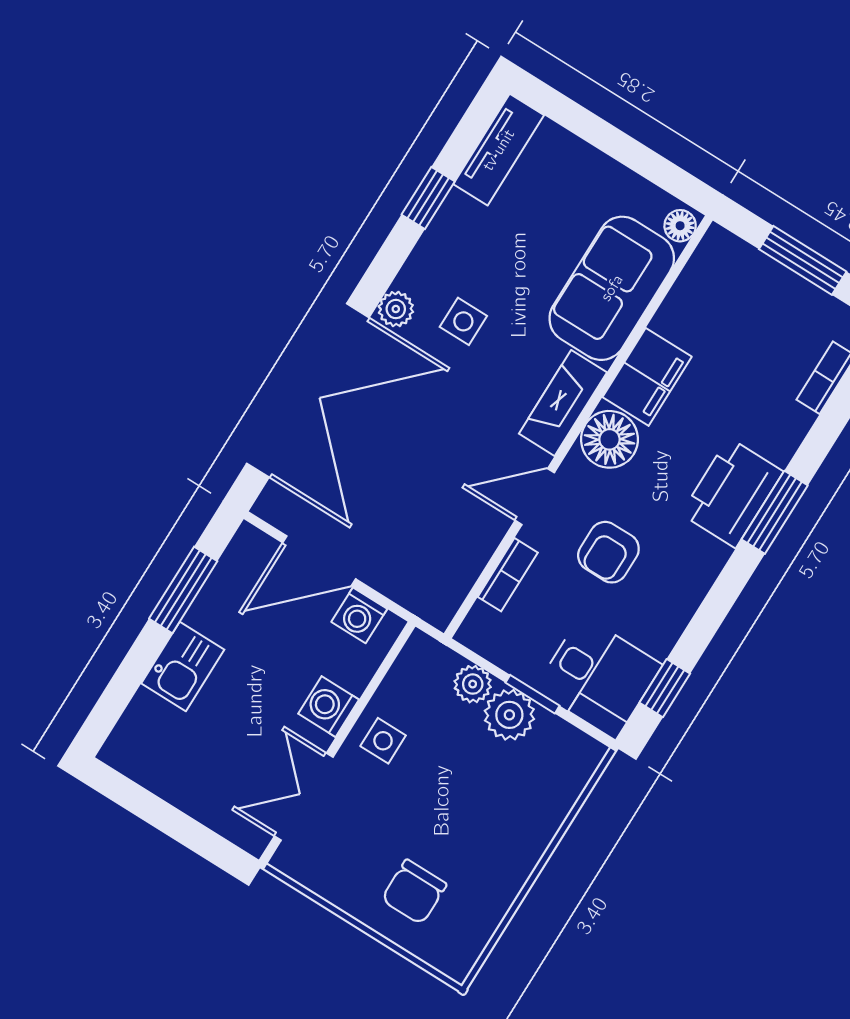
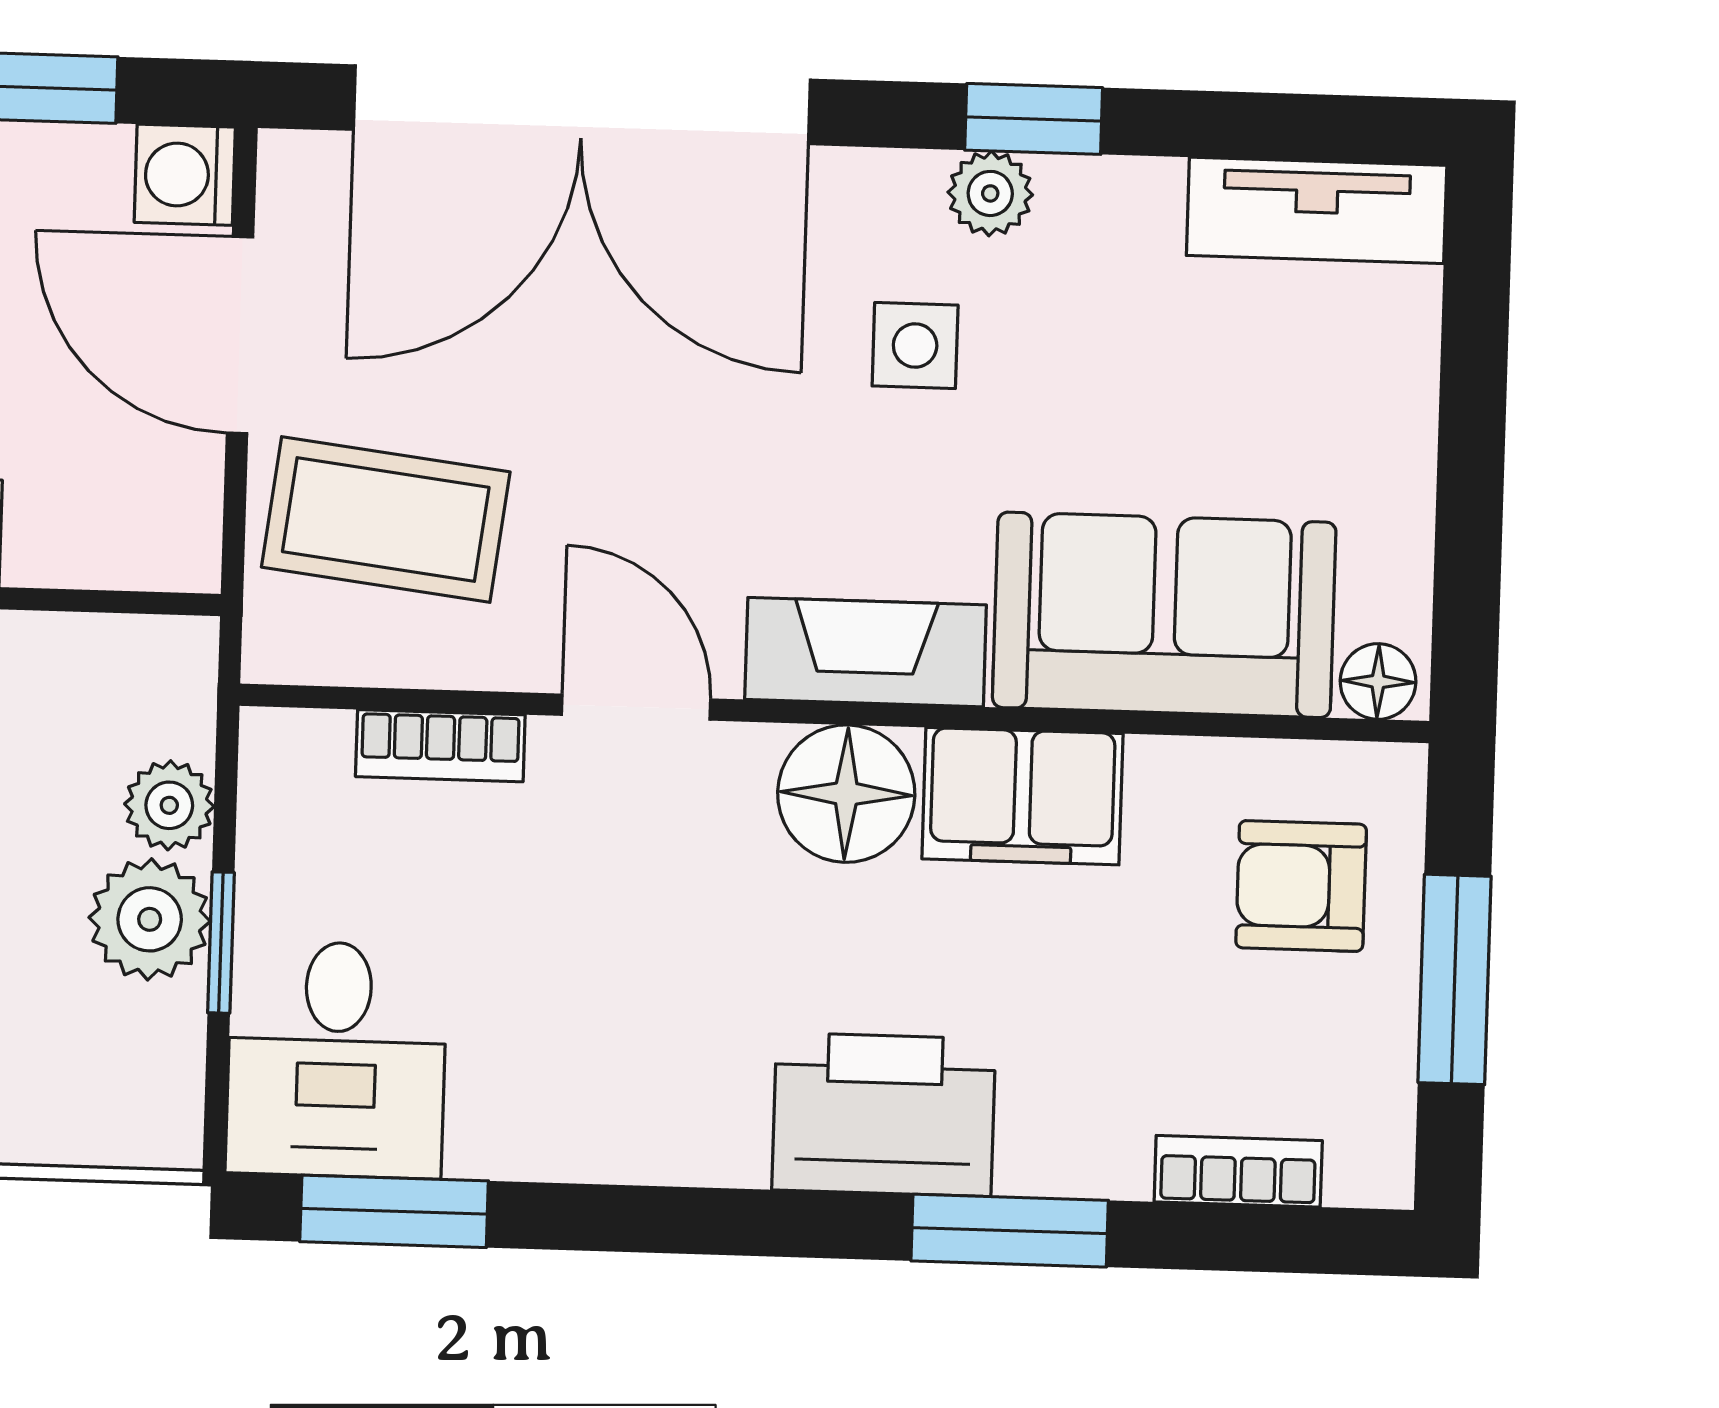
window: (428, 198) -> (1034, 119), moved
plant: (396, 309) -> (990, 193), moved
window: (775, 512) -> (1010, 1231), moved
coffee table: (415, 547) -> (386, 519), added
armchair: (608, 552) -> (1301, 886), moved
washing machine: (359, 615) -> (185, 175), moved
window: (665, 688) -> (394, 1211), width x1.50

